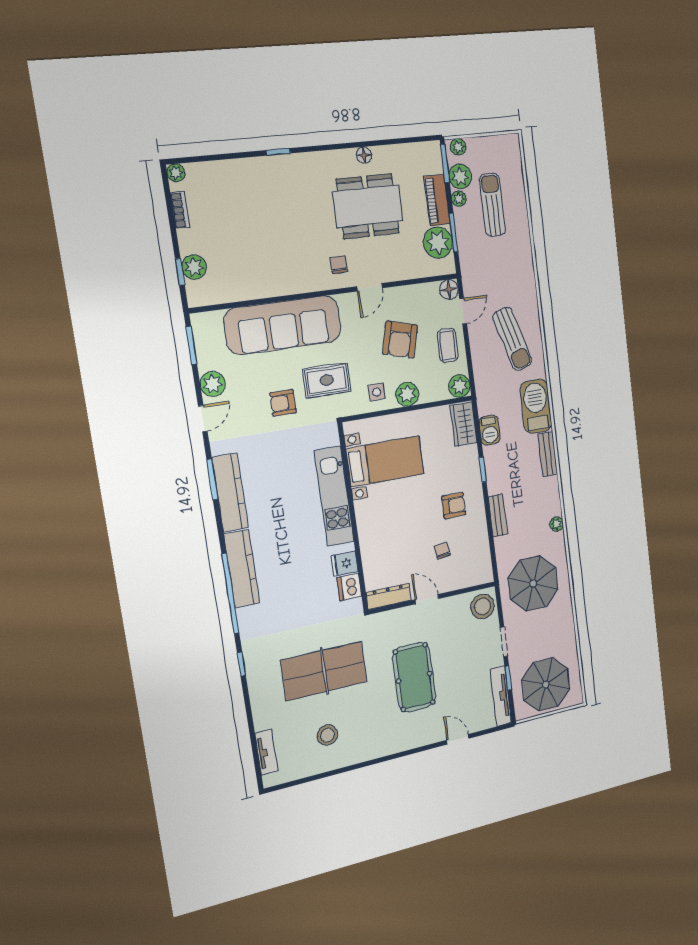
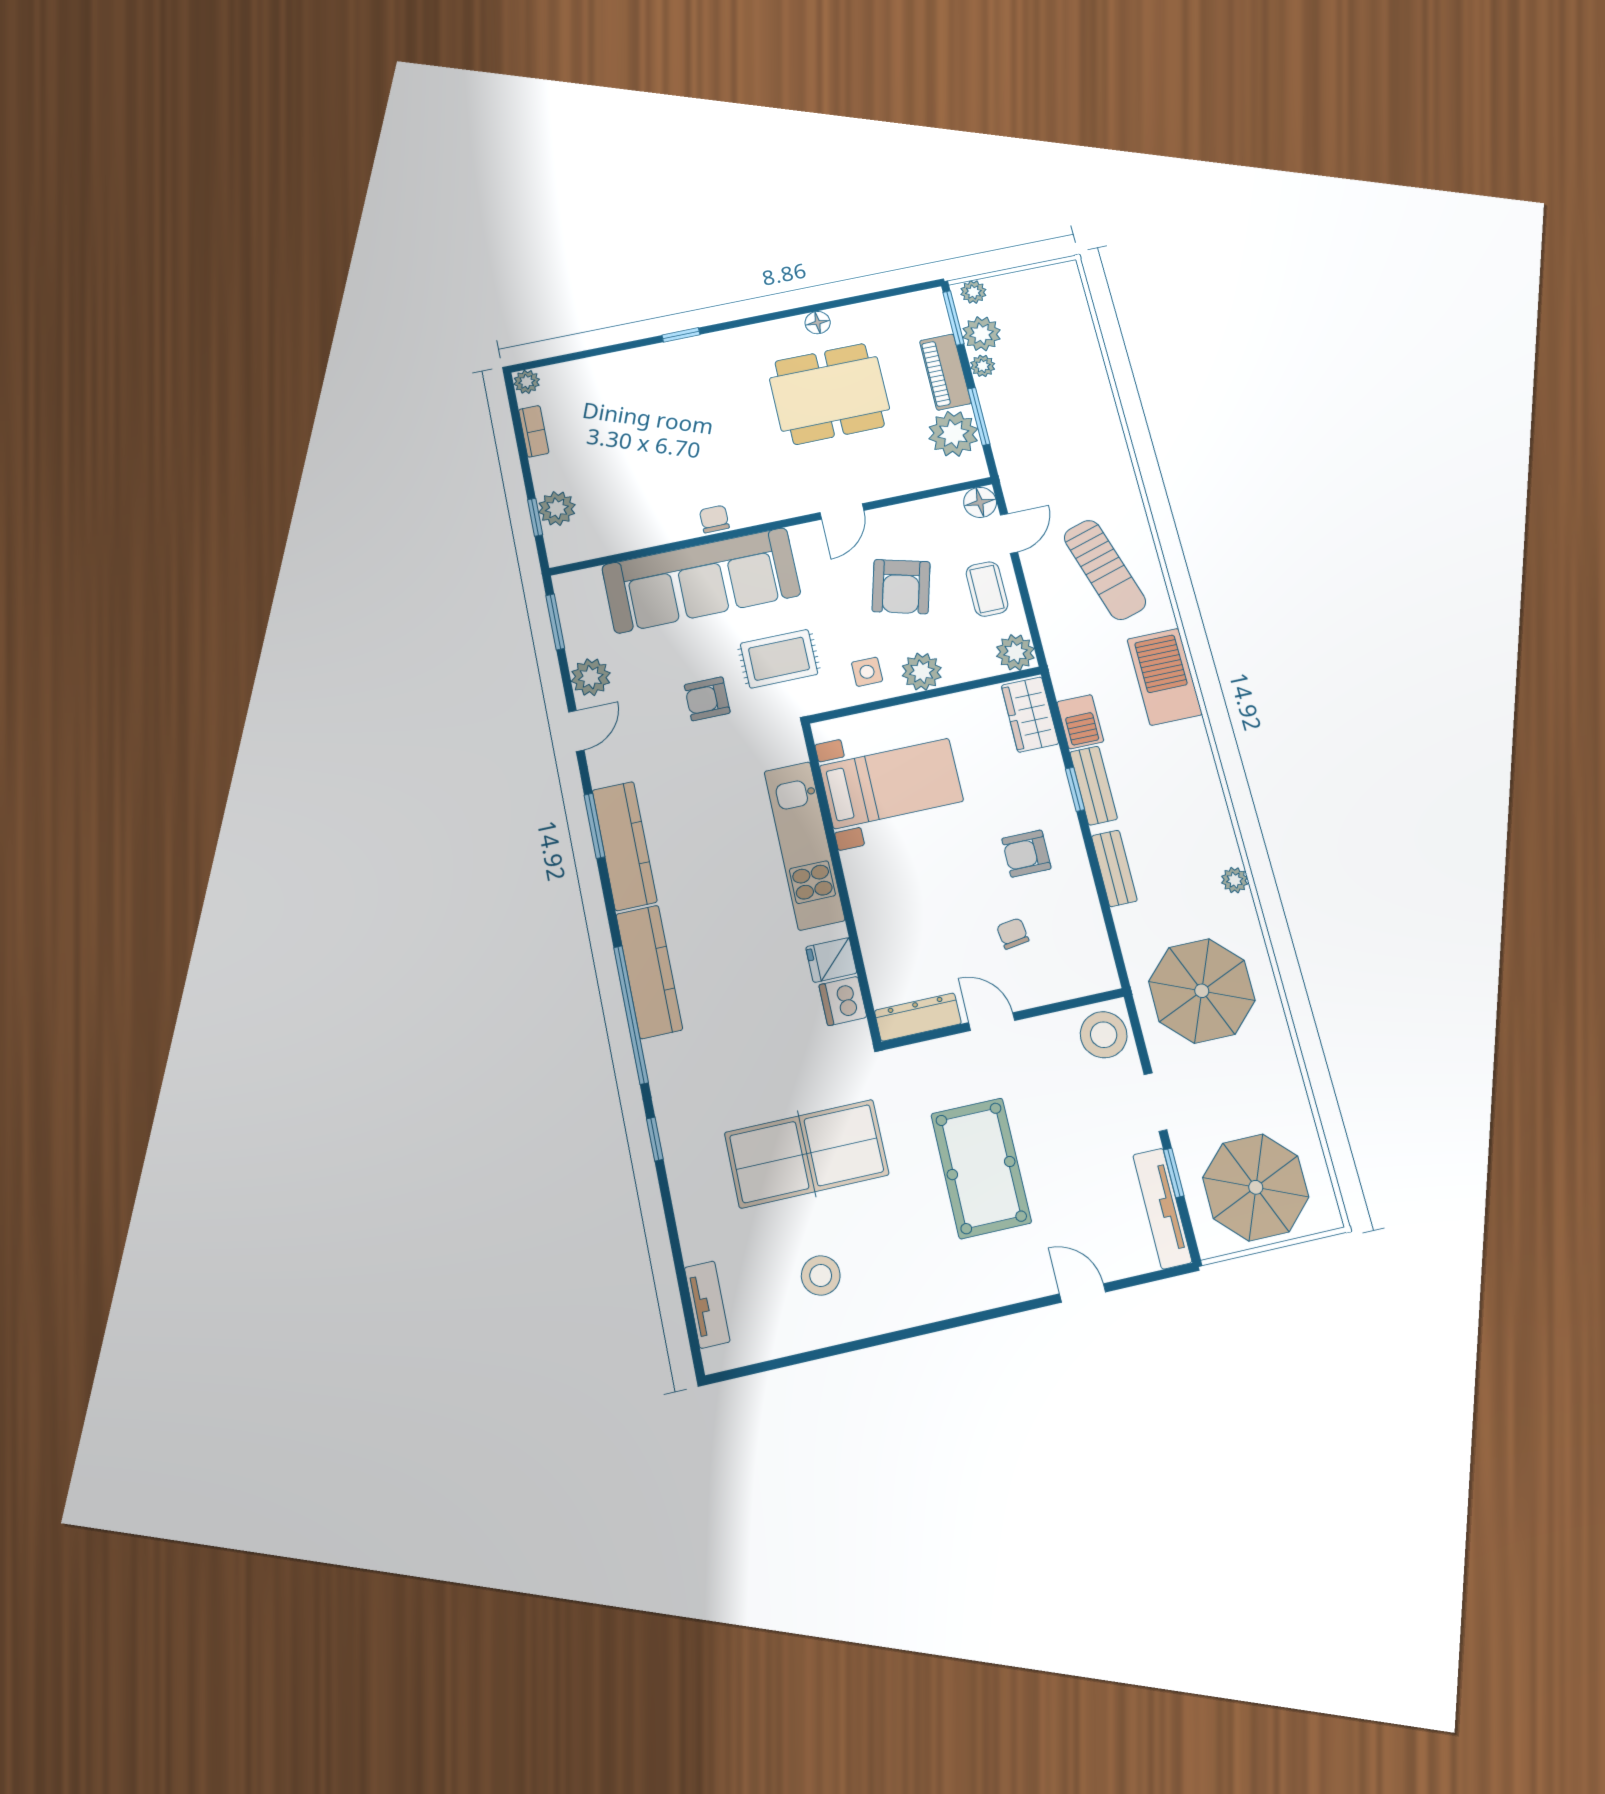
sun lounger: (492, 205) -> (1043, 368), removed
chair: (339, 265) -> (714, 519), moved
bench: (548, 454) -> (1094, 786), moved
armchair: (454, 506) -> (1026, 854), turned 180

